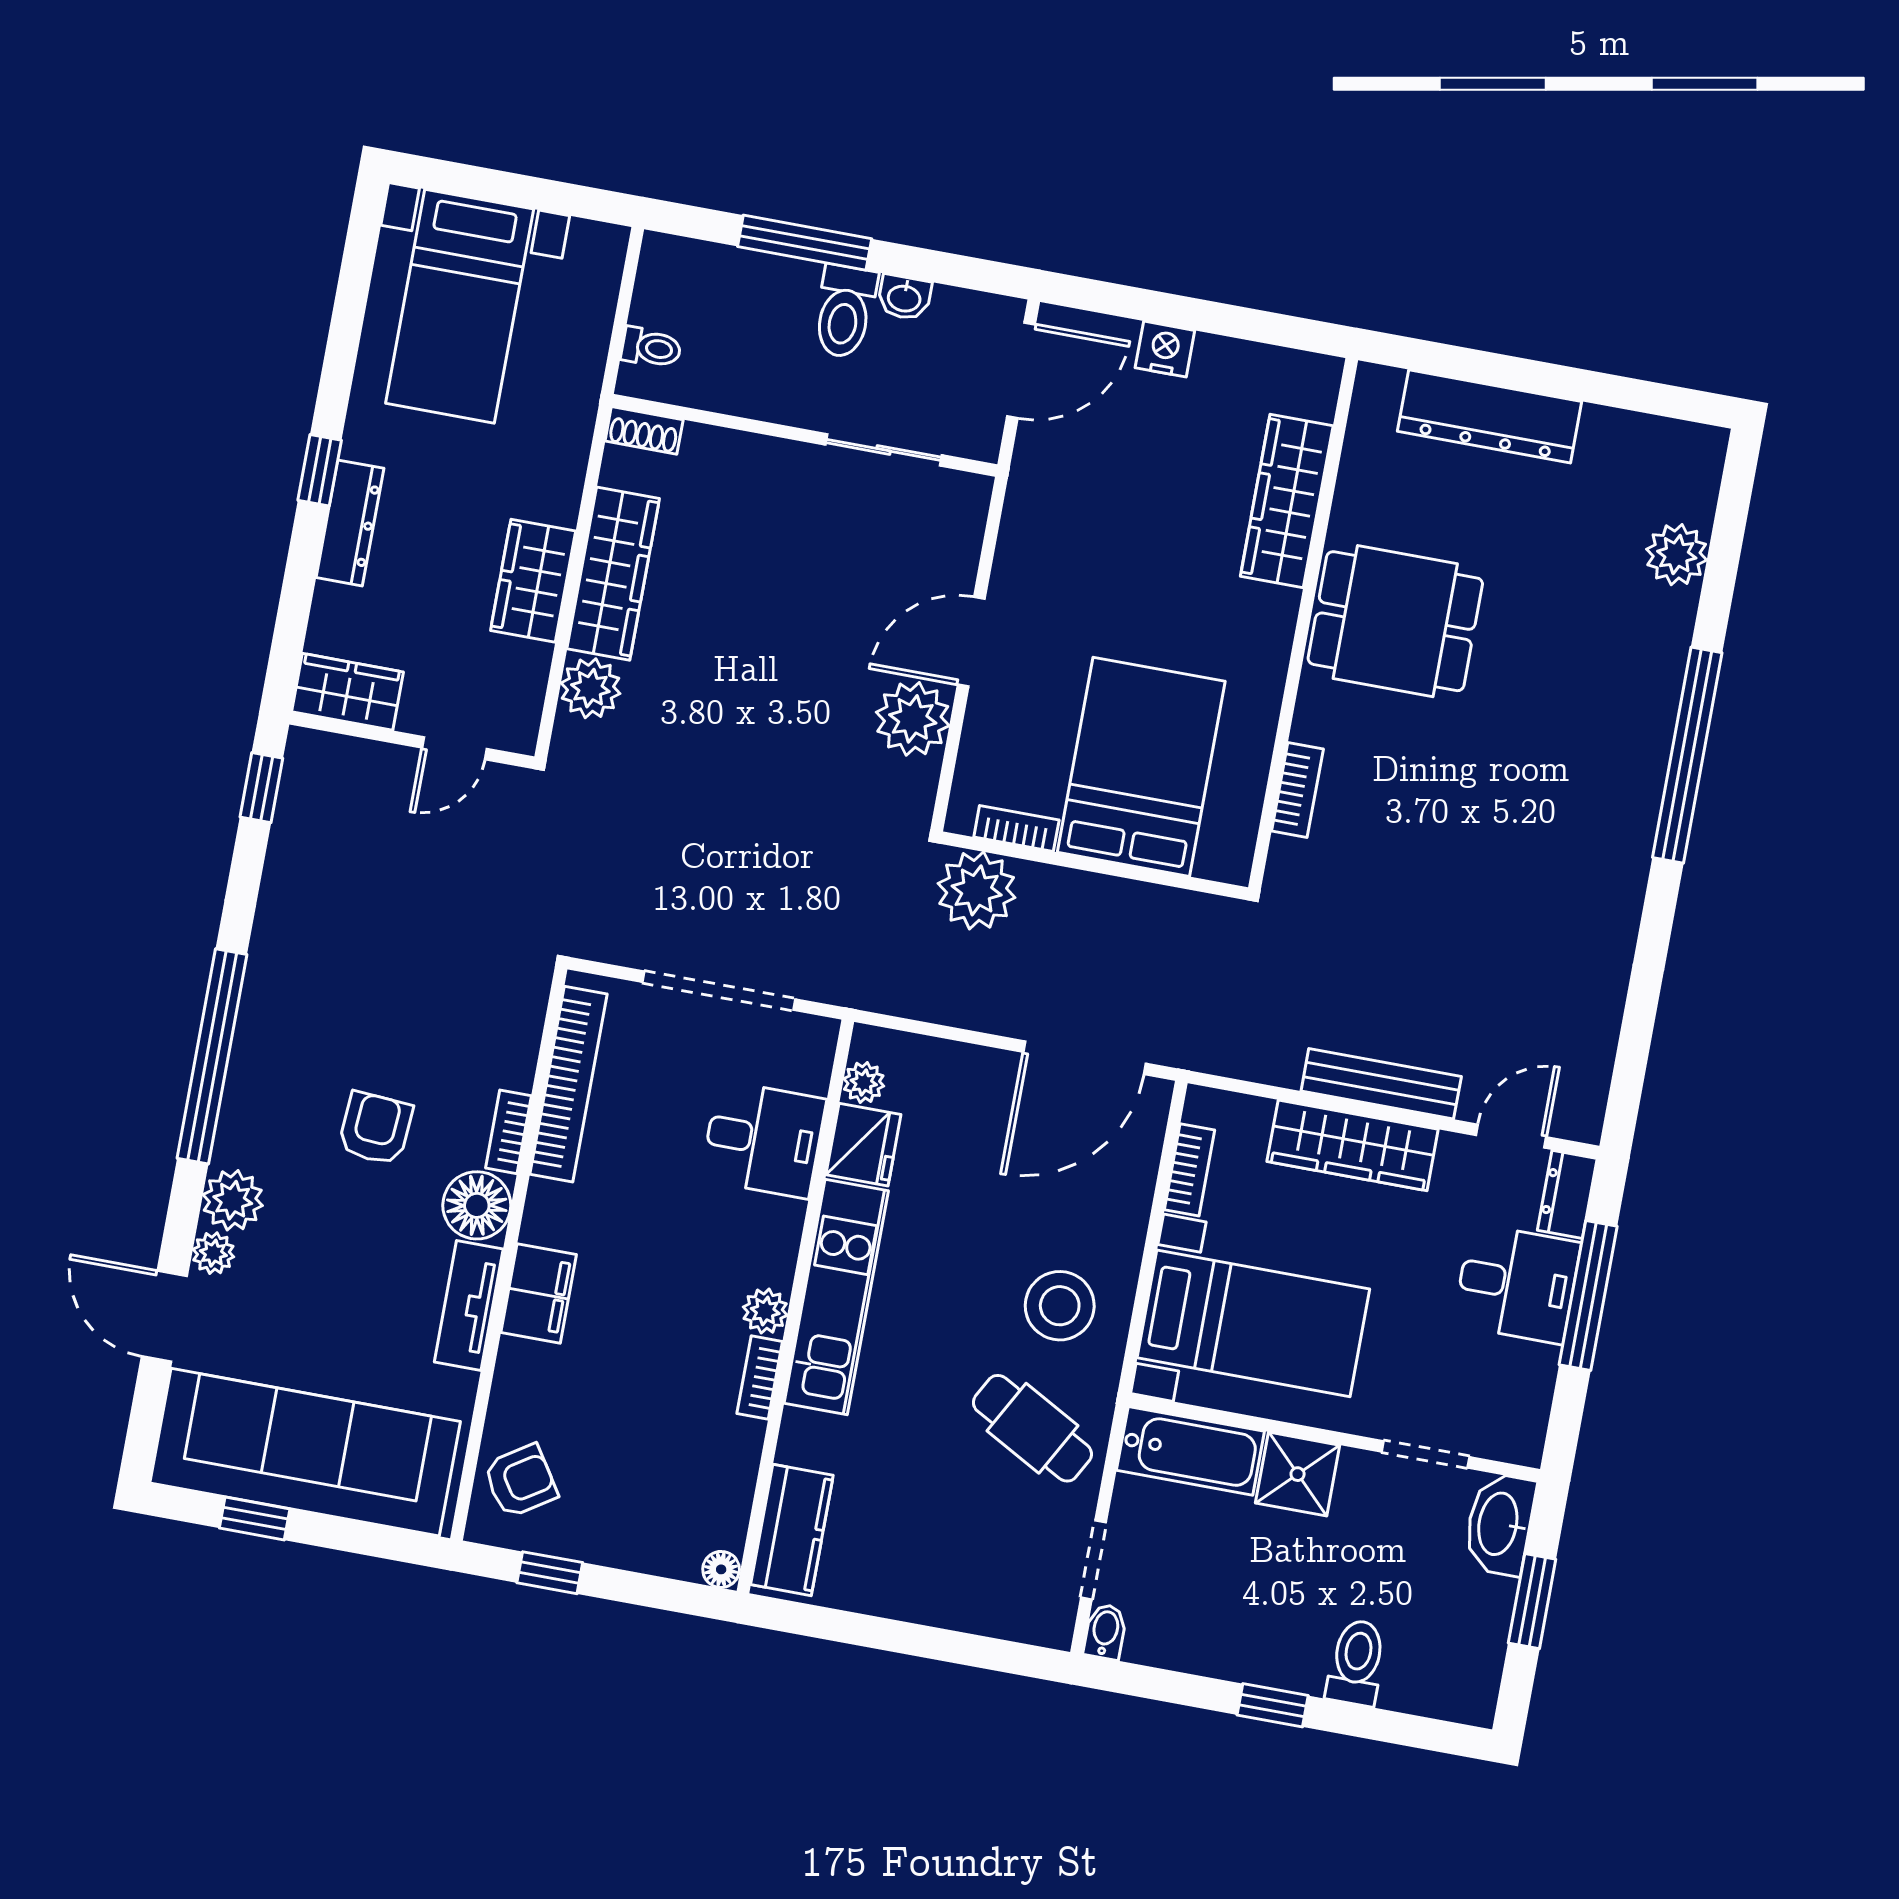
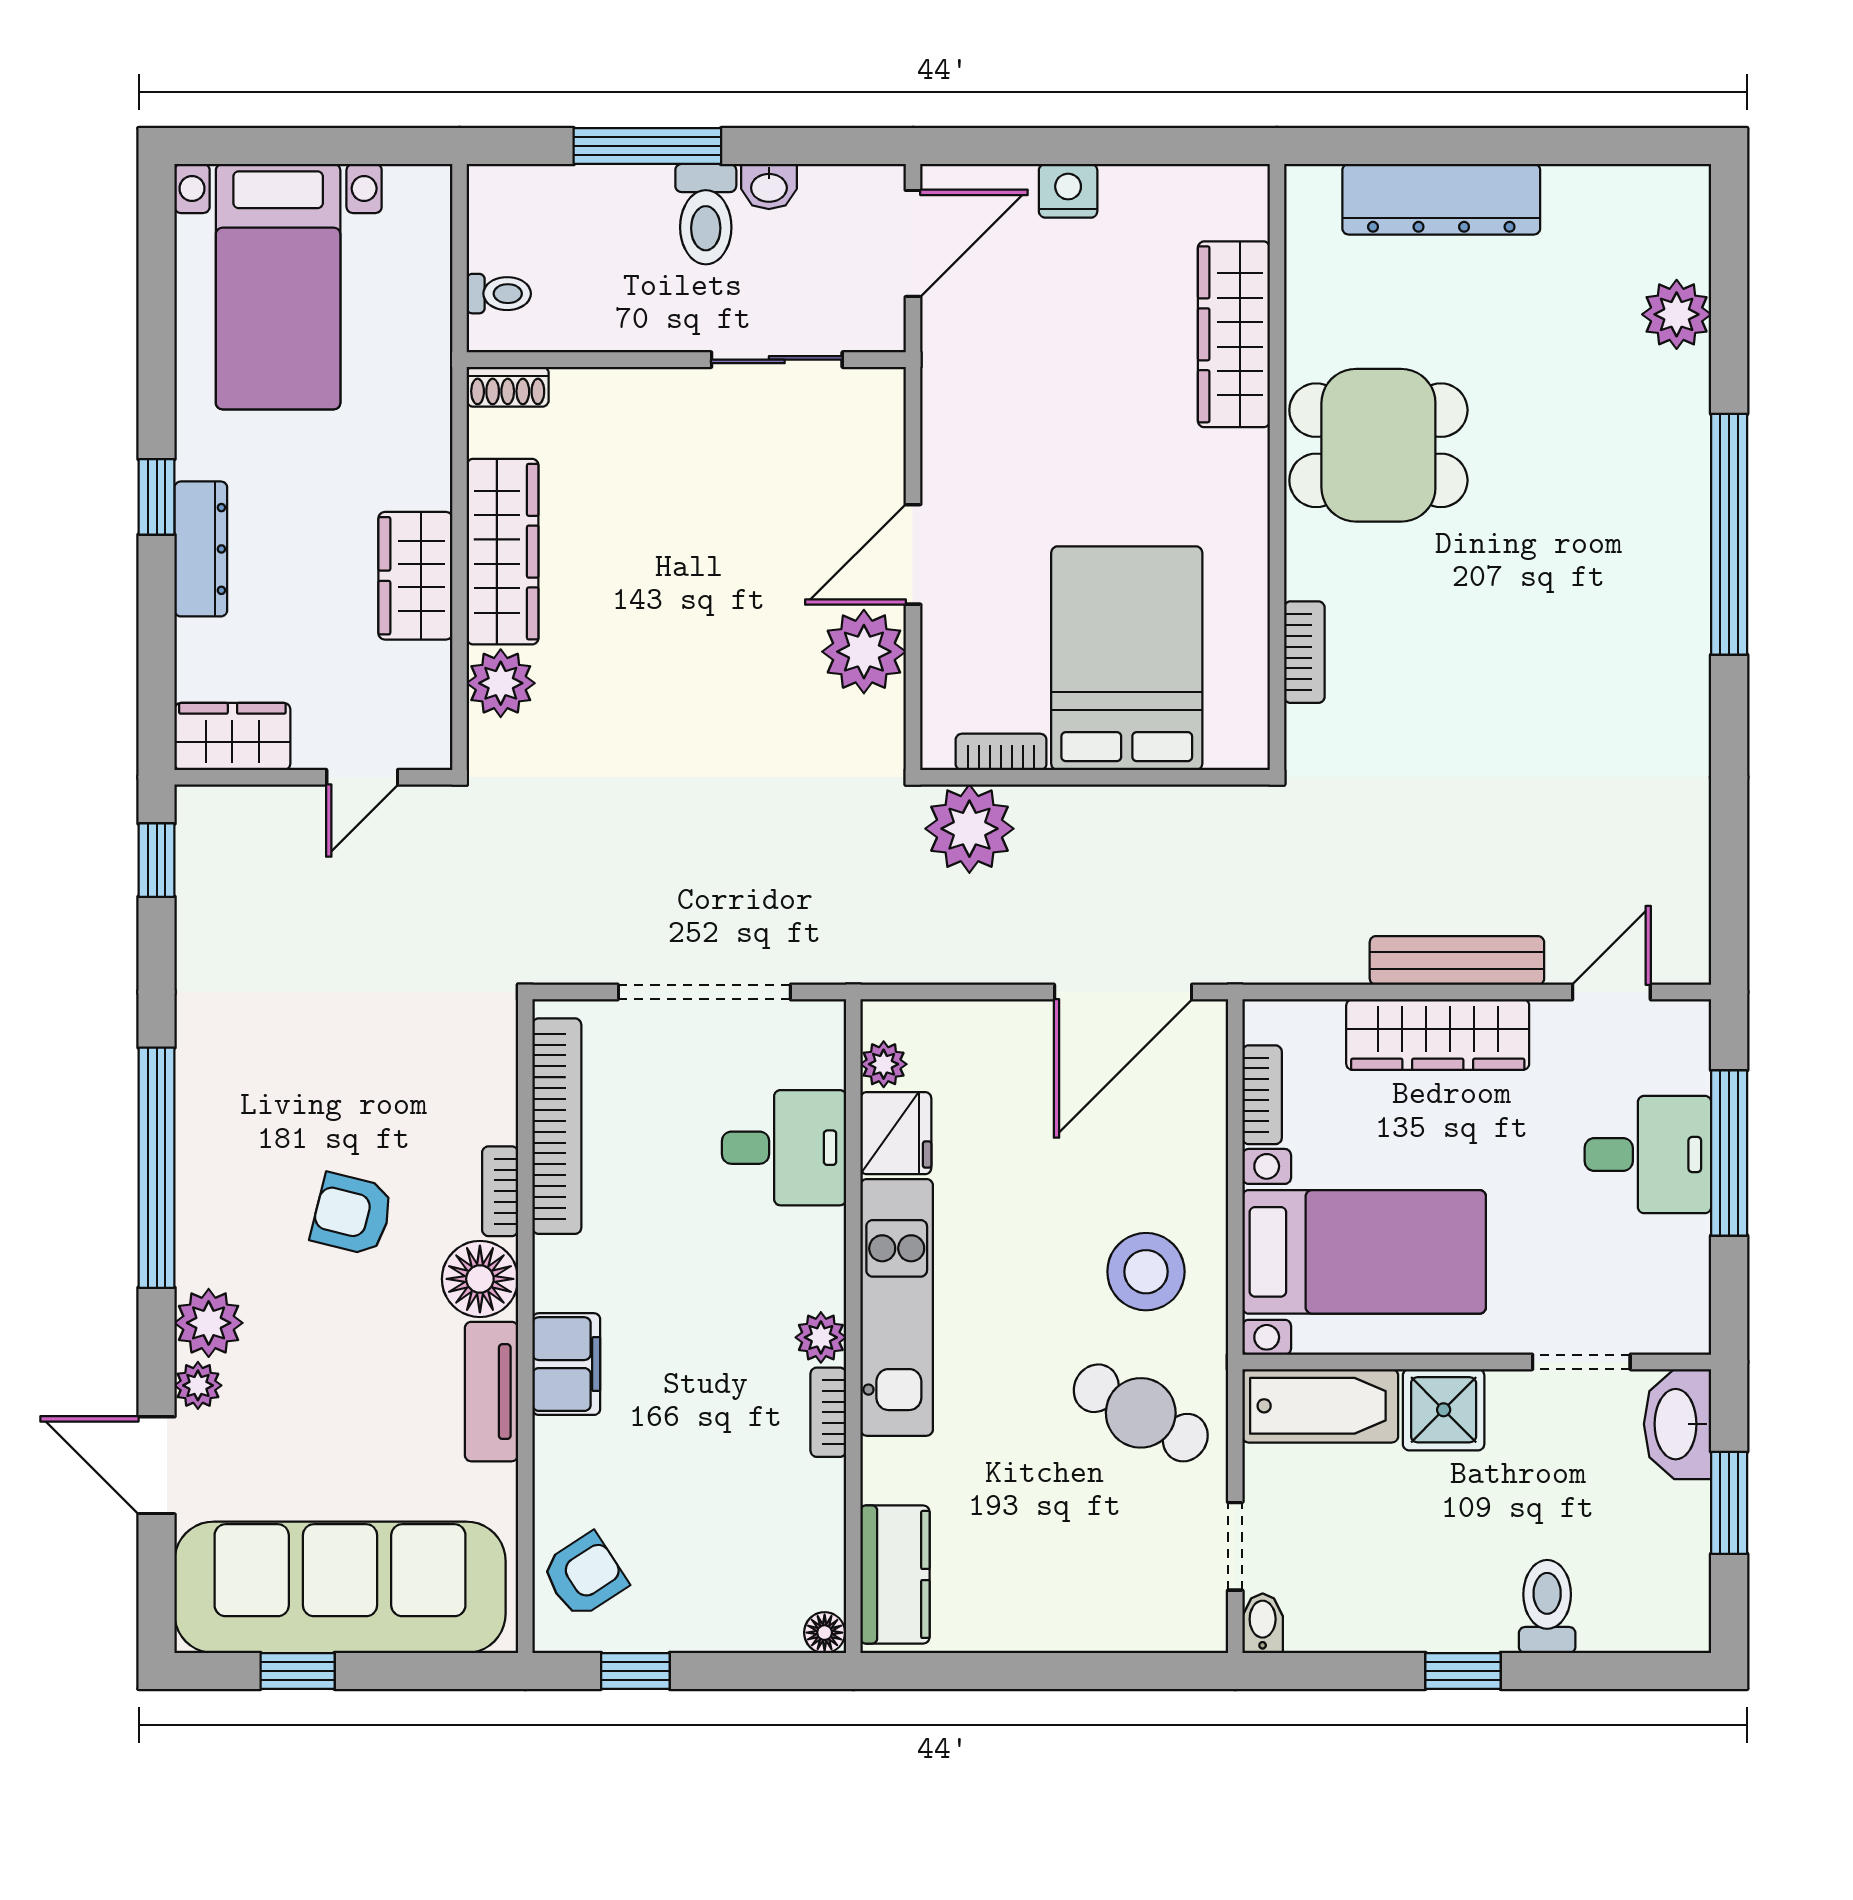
armchair: (375, 1128) -> (352, 1214), turned -80
dresser: (1567, 1194) -> (1685, 1045), removed

